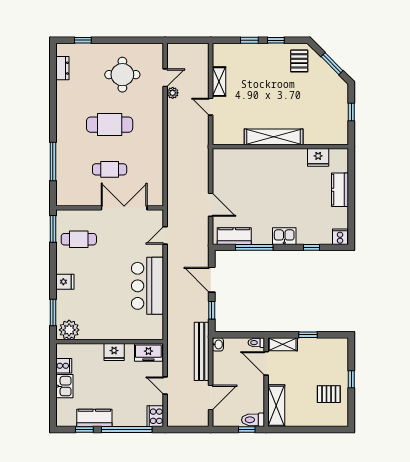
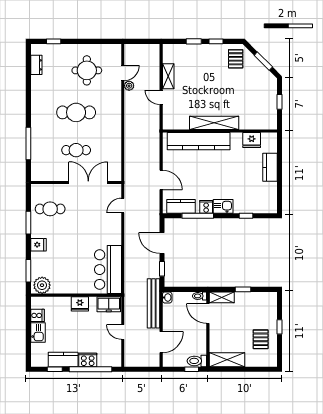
kitchen counter: (255, 159) -> (199, 141), added
window: (53, 229) -> (28, 223), moved
cooker: (340, 237) -> (206, 207), moved
bar counter: (147, 286) -> (108, 270), moved
pallet: (329, 394) -> (261, 339), turned 90
shelving: (276, 406) -> (227, 360), moved, turned 90
cooker: (155, 416) -> (88, 360), moved, turned 90

